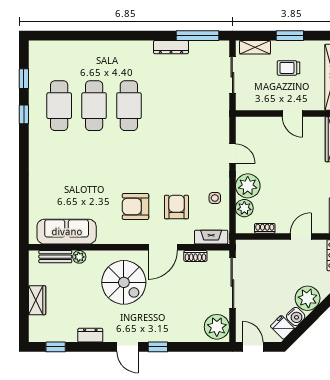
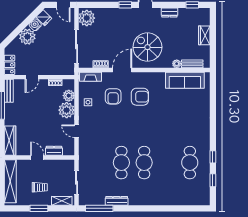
cafe table: (94, 106) -> (121, 163), moved
dresser: (267, 124) -> (54, 151), added

